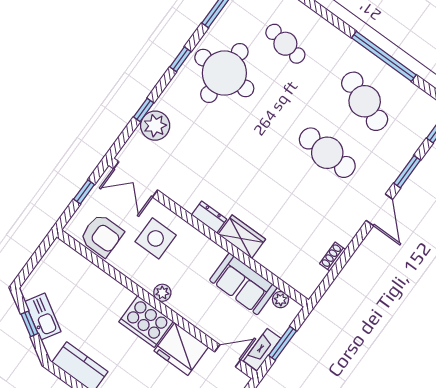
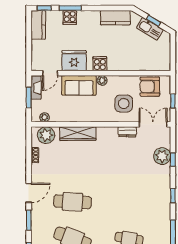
round table: (224, 73) -> (148, 204), removed
door: (379, 210) -> (29, 193), swing flipped
dresser: (209, 217) -> (127, 132), moved
wardrobe: (242, 237) -> (78, 134), width x1.50
plant: (296, 273) -> (46, 135), added
sofa: (243, 284) -> (79, 85), moved, turned 180
cooker: (146, 322) -> (100, 64), width x0.53, depth x0.76

